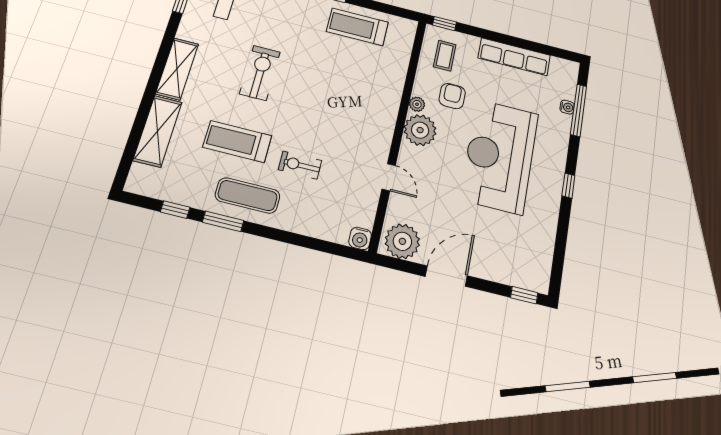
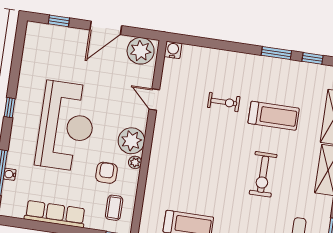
armchair: (452, 96) -> (106, 173), turned 180
exercise mat: (248, 195) -> (261, 74), removed
window: (524, 295) -> (59, 21), moved

